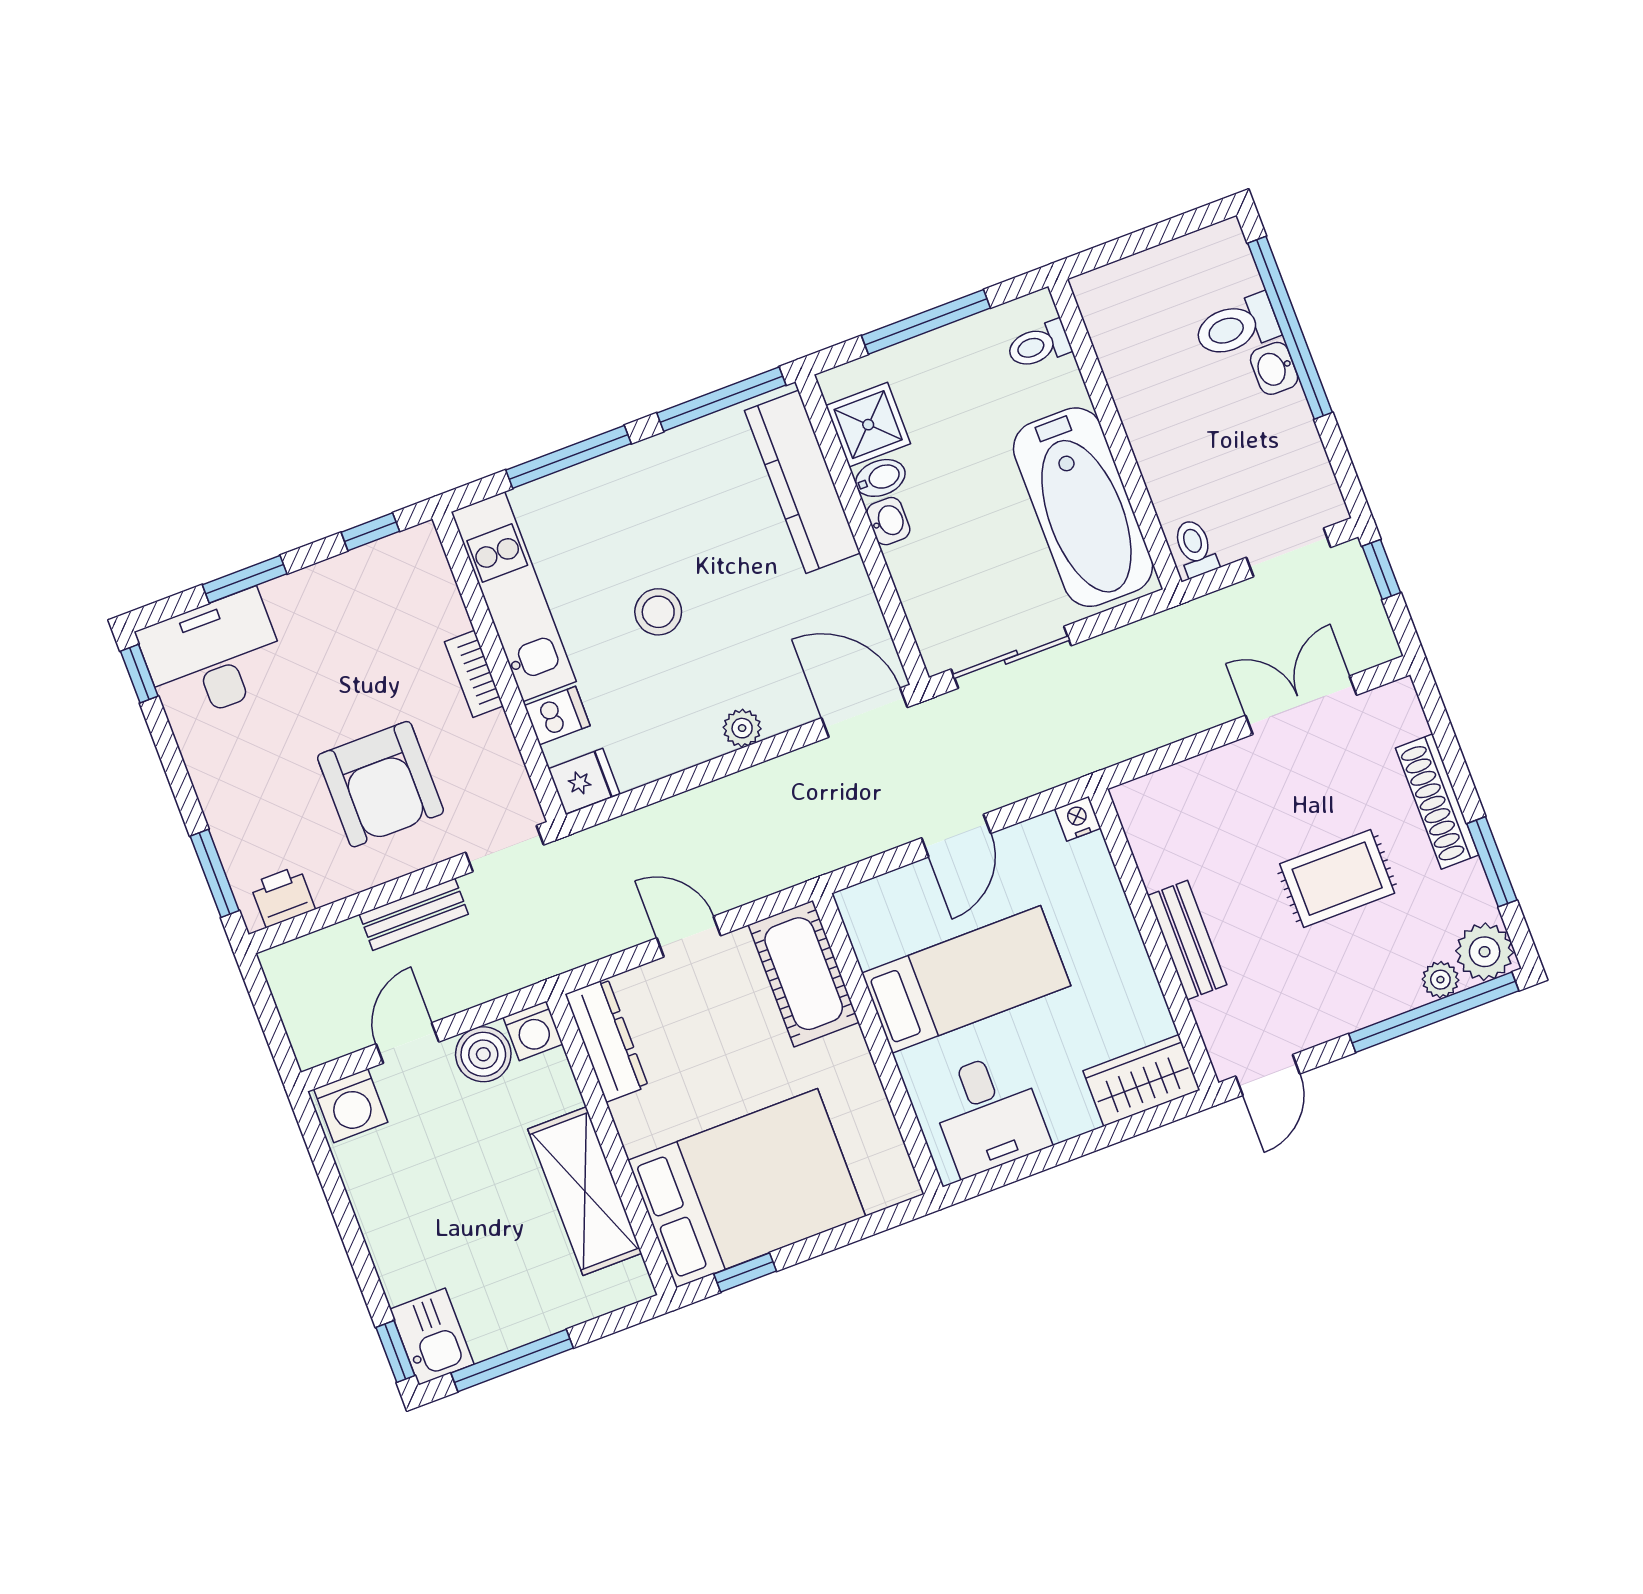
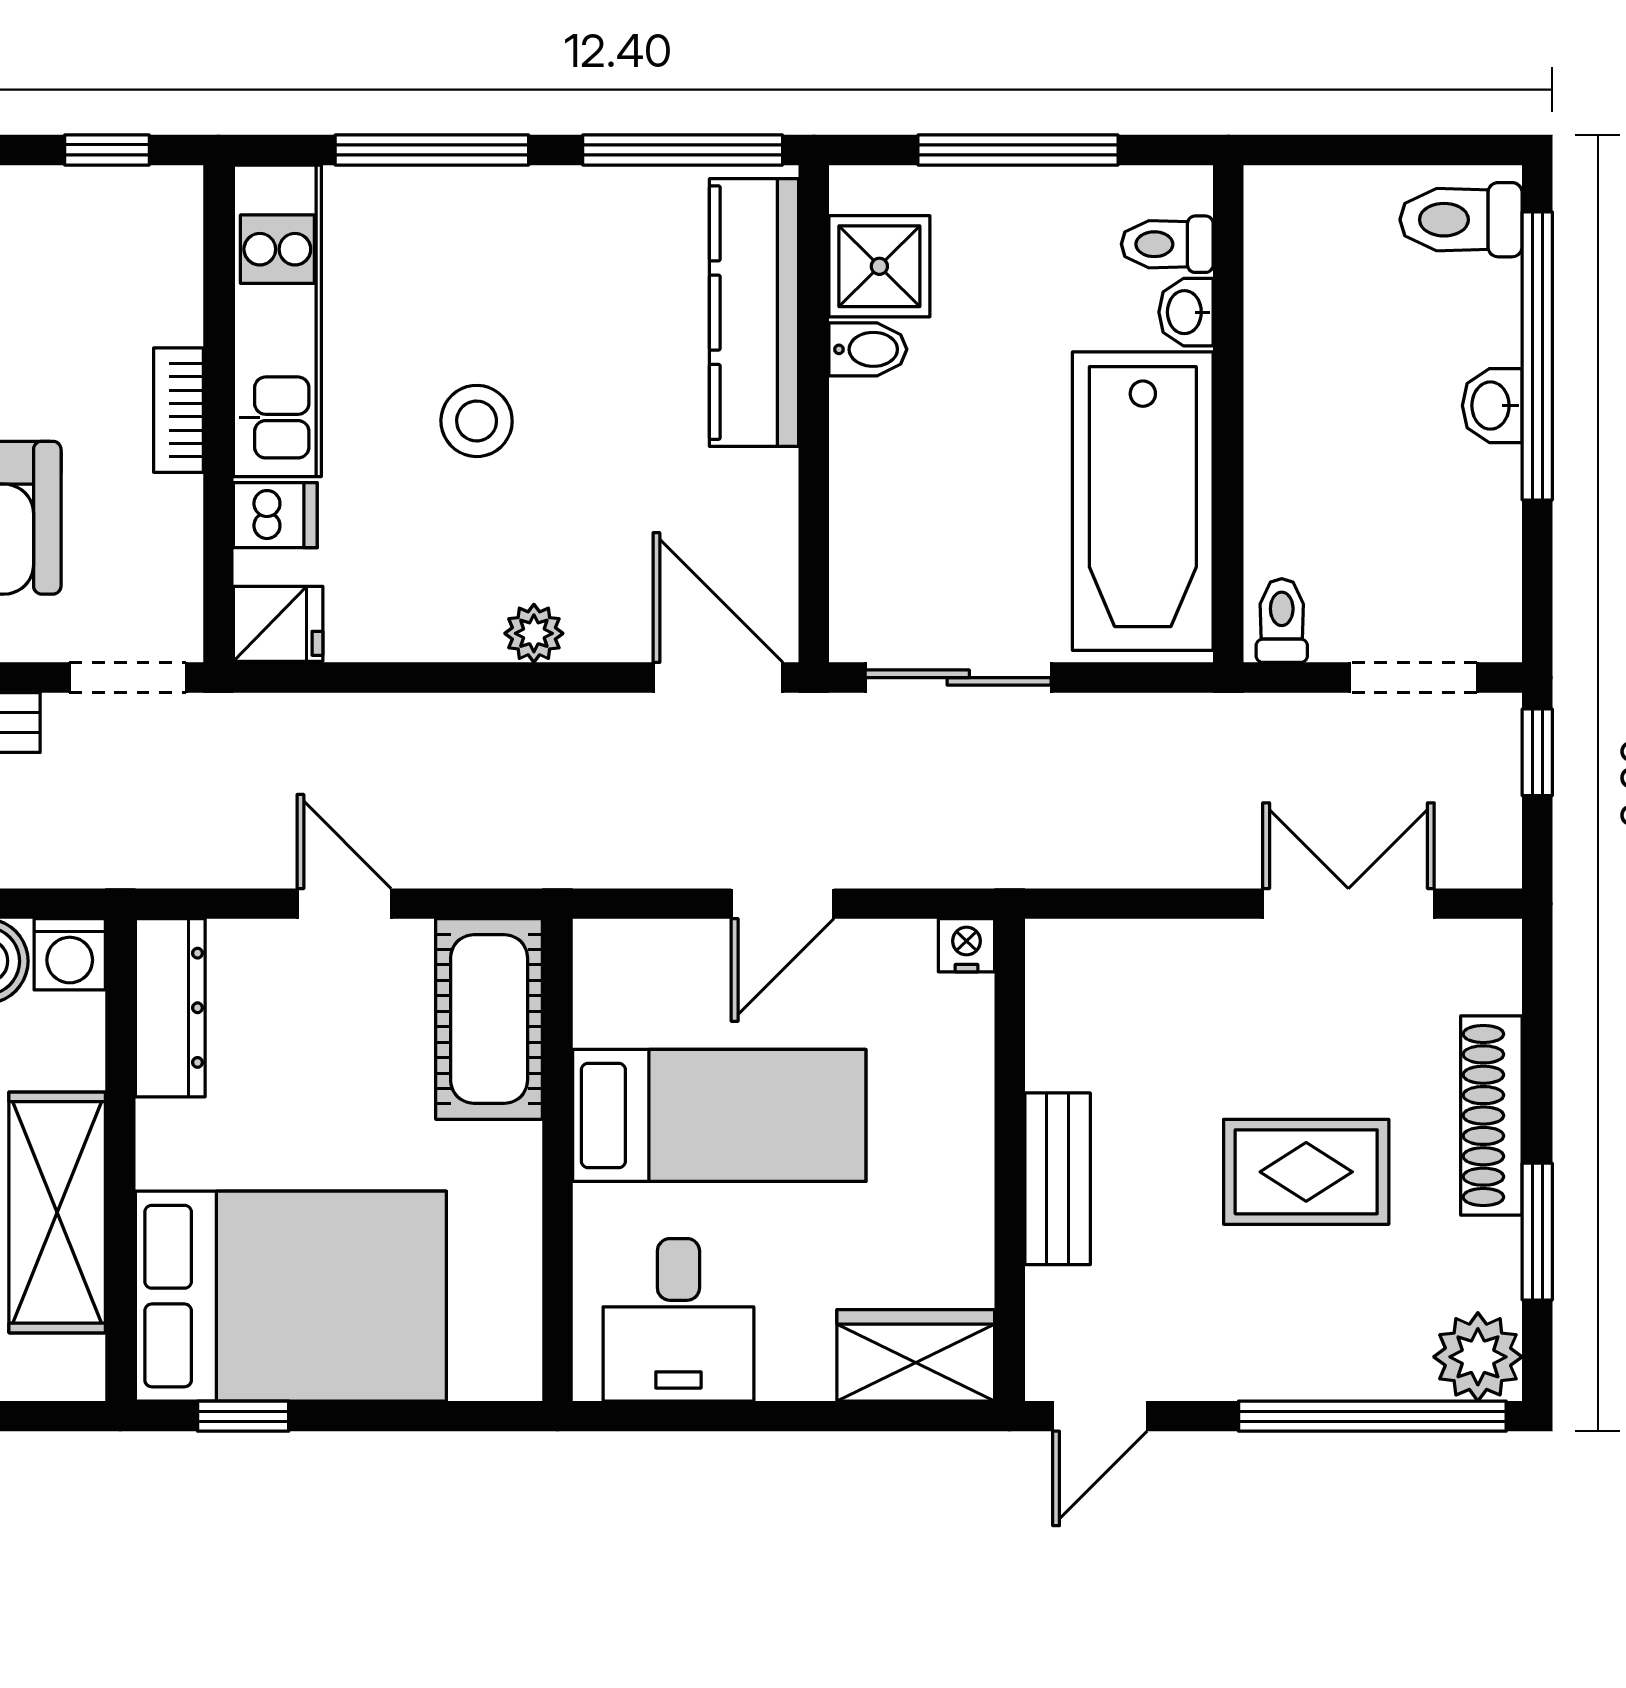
toilet: (1237, 327) -> (1461, 220), moved
washbasin: (888, 521) -> (1186, 312), moved, turned 180
plant: (1440, 980) -> (1400, 1373), removed

